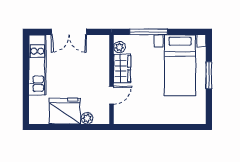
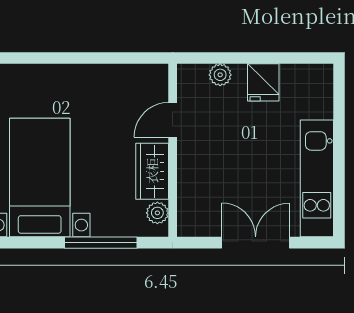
fridge: (65, 111) -> (263, 82), width x0.53, depth x0.75

